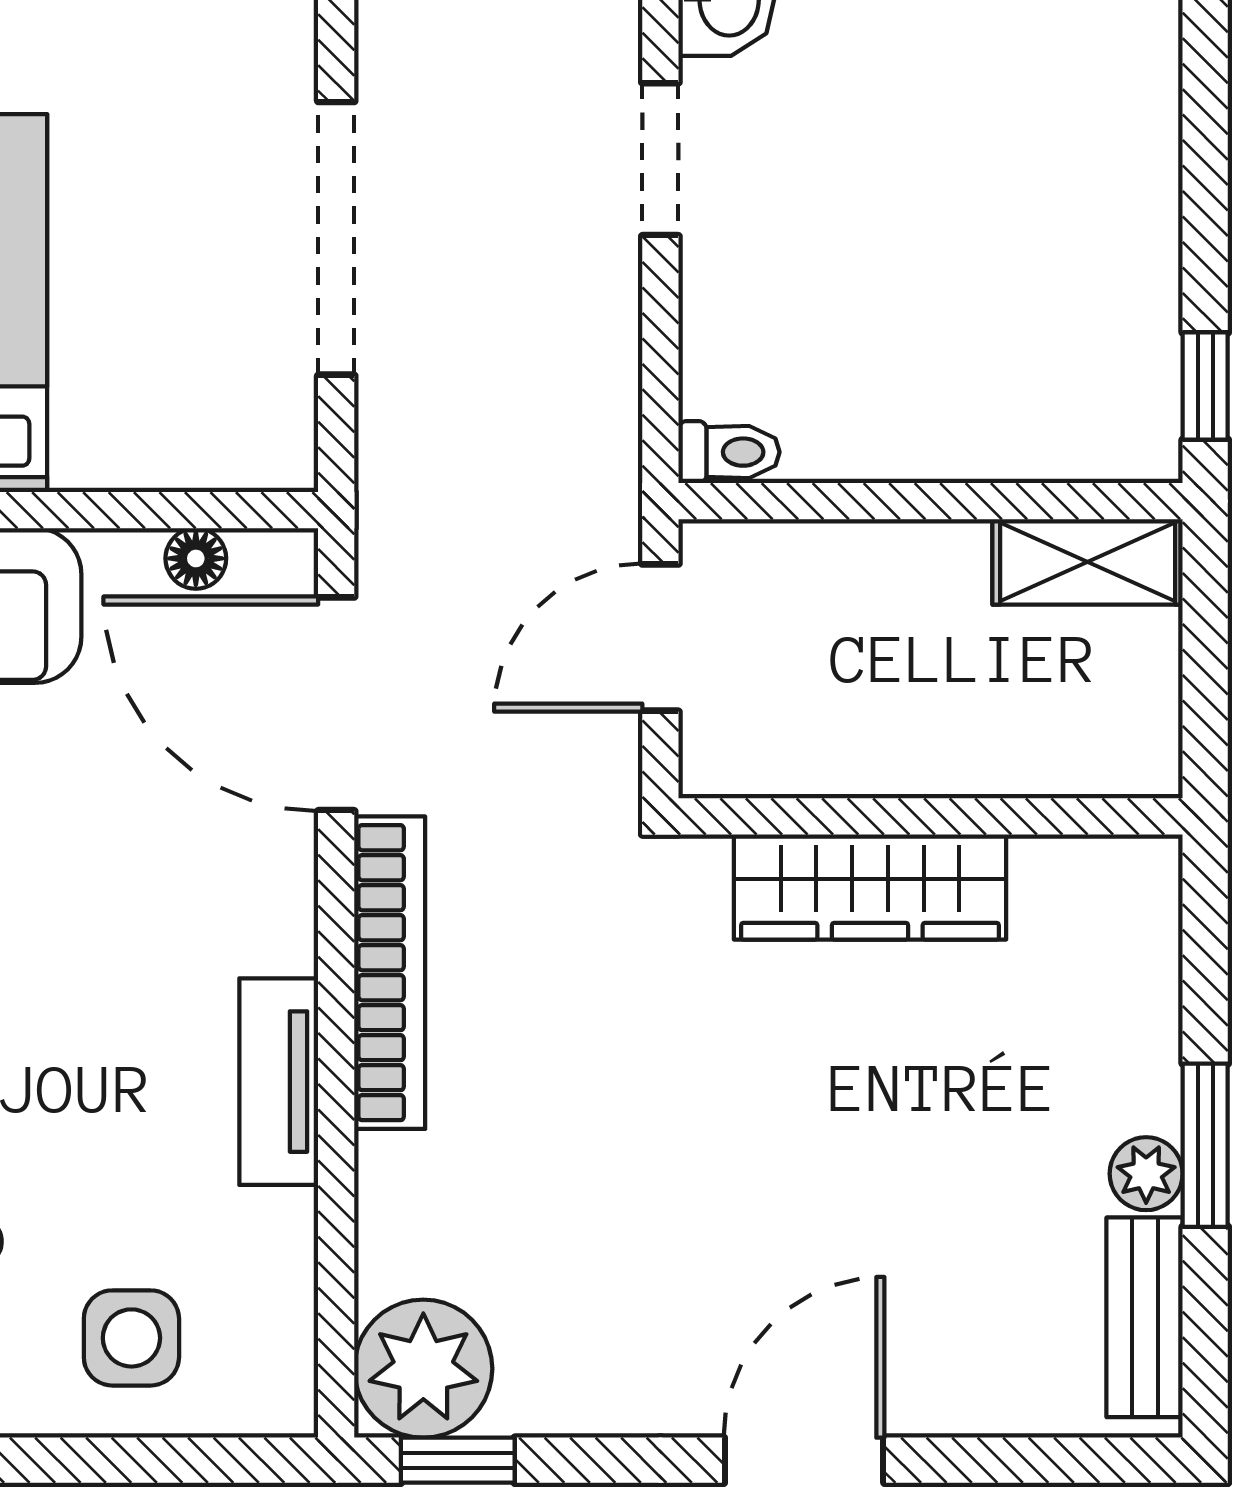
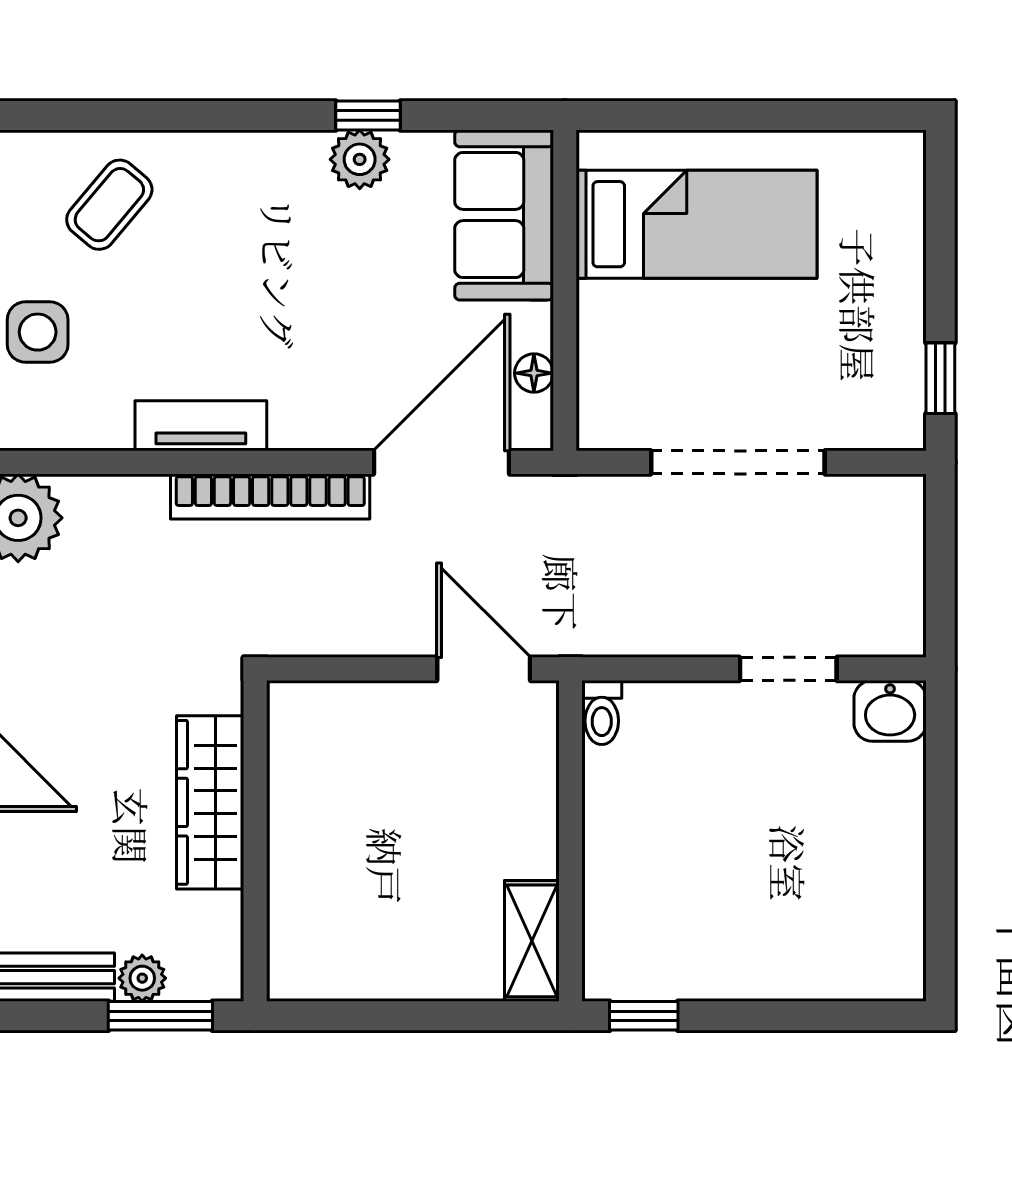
wall: (931, 816) -> (255, 841), moved
wardrobe: (870, 887) -> (210, 802), moved

